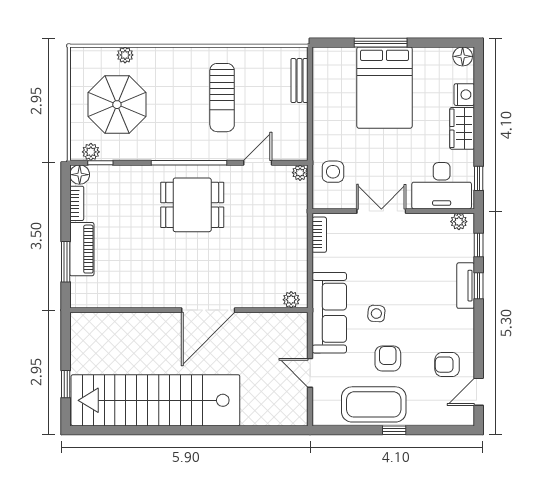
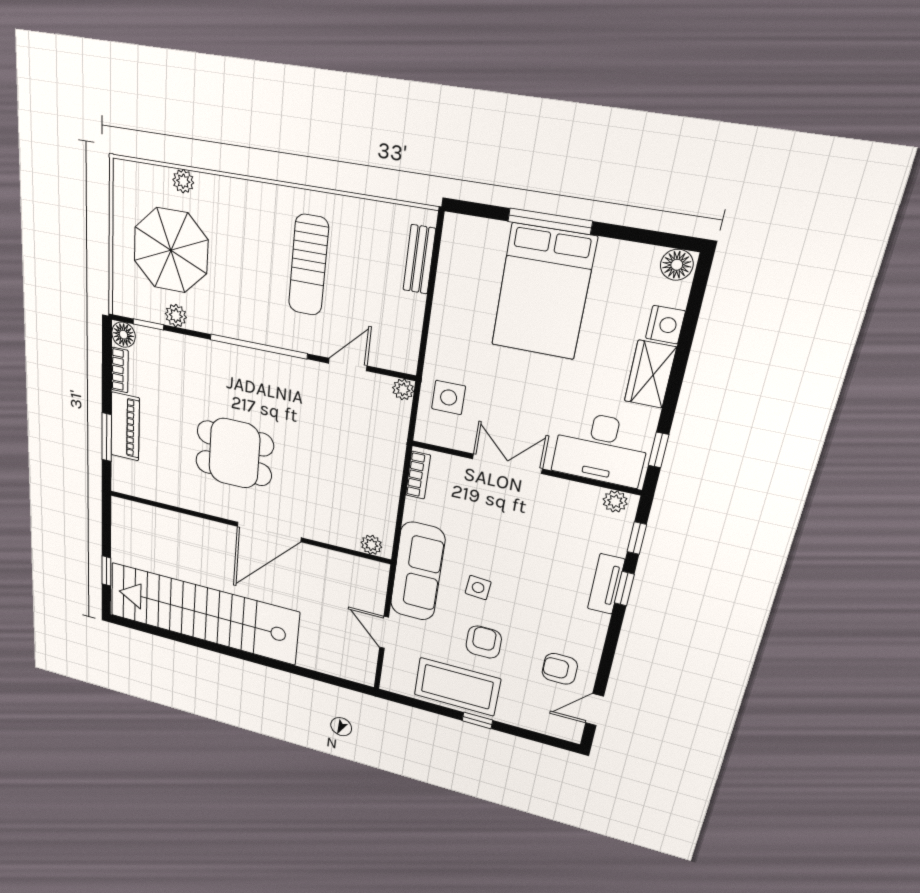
plant: (91, 152) -> (176, 316), moved
dining table: (192, 205) -> (234, 453), moved

